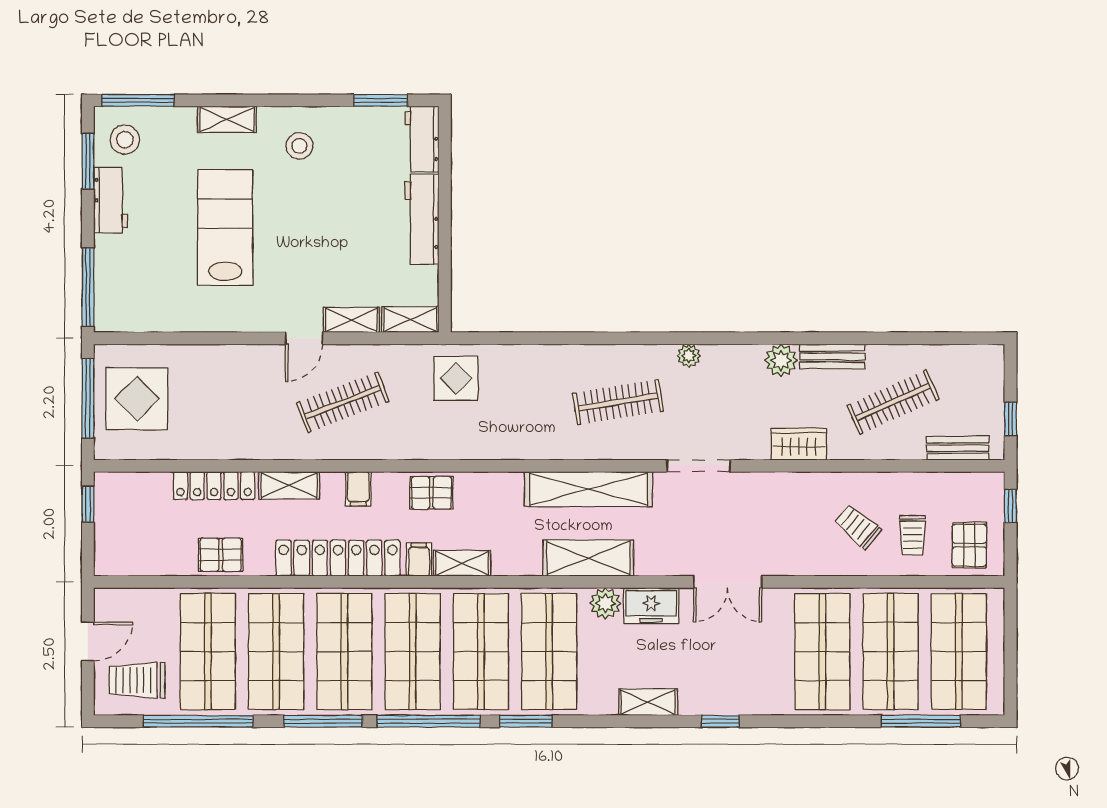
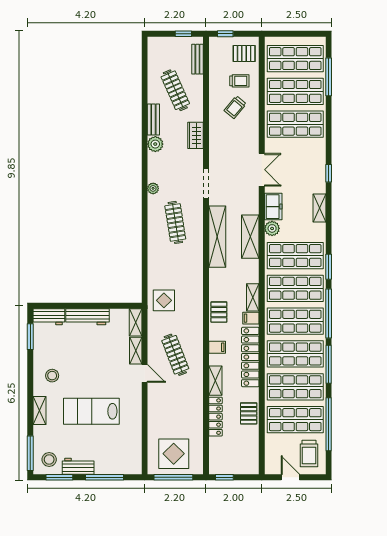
window: (88, 287) -> (105, 477), moved

